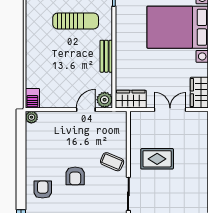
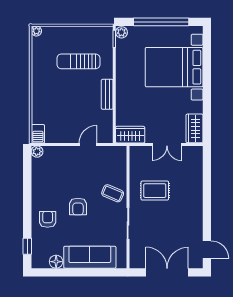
sun lounger: (76, 21) -> (78, 61), turned 180
plant: (105, 100) -> (106, 135), removed
double door: (170, 110) -> (167, 144), swing flipped

